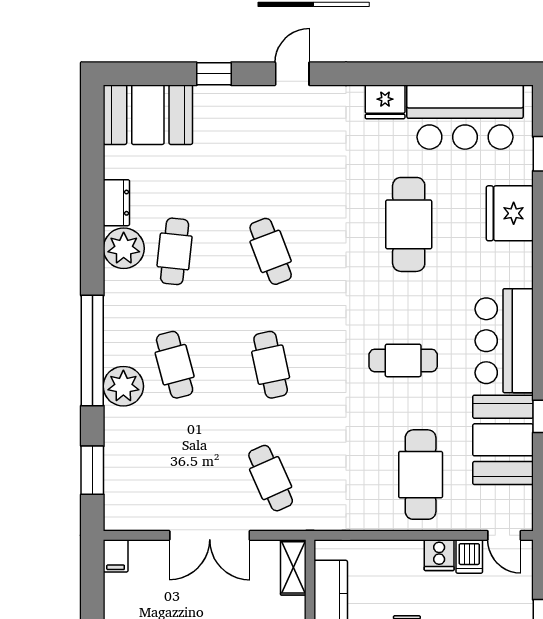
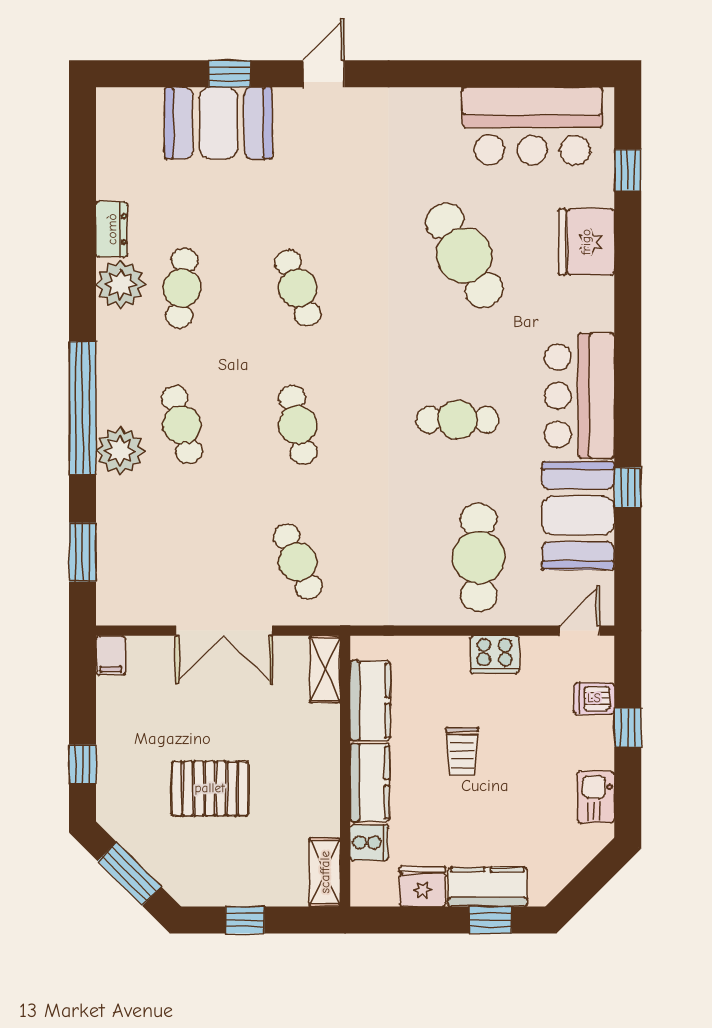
fridge: (385, 102) -> (436, 108), removed
booth: (148, 115) -> (218, 123), moved
cafe table: (409, 224) -> (464, 255), turned -30
door: (504, 535) -> (579, 631), swing flipped
cooker: (439, 555) -> (495, 654), width x1.36
dishwasher: (469, 556) -> (594, 698), moved, turned 90

